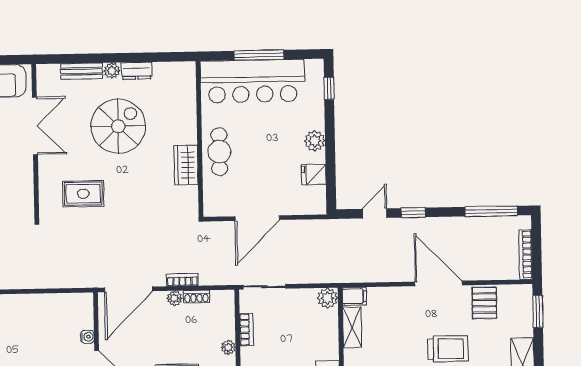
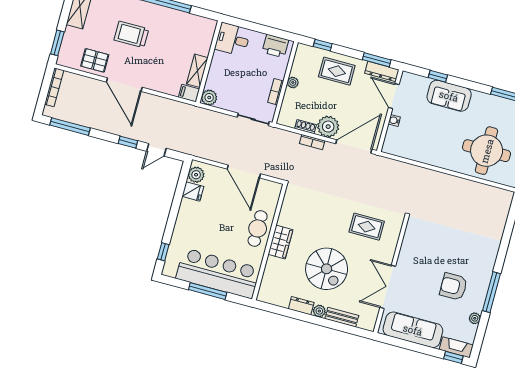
spiral stairs: (118, 126) -> (327, 269), turned -90
plant: (315, 141) -> (196, 175), moved
wardrobe: (186, 165) -> (280, 242), moved
door: (257, 218) -> (244, 171), swing flipped
plant: (174, 298) -> (328, 127), width x1.87, depth x1.87
pallet: (484, 303) -> (95, 60), turned 90

